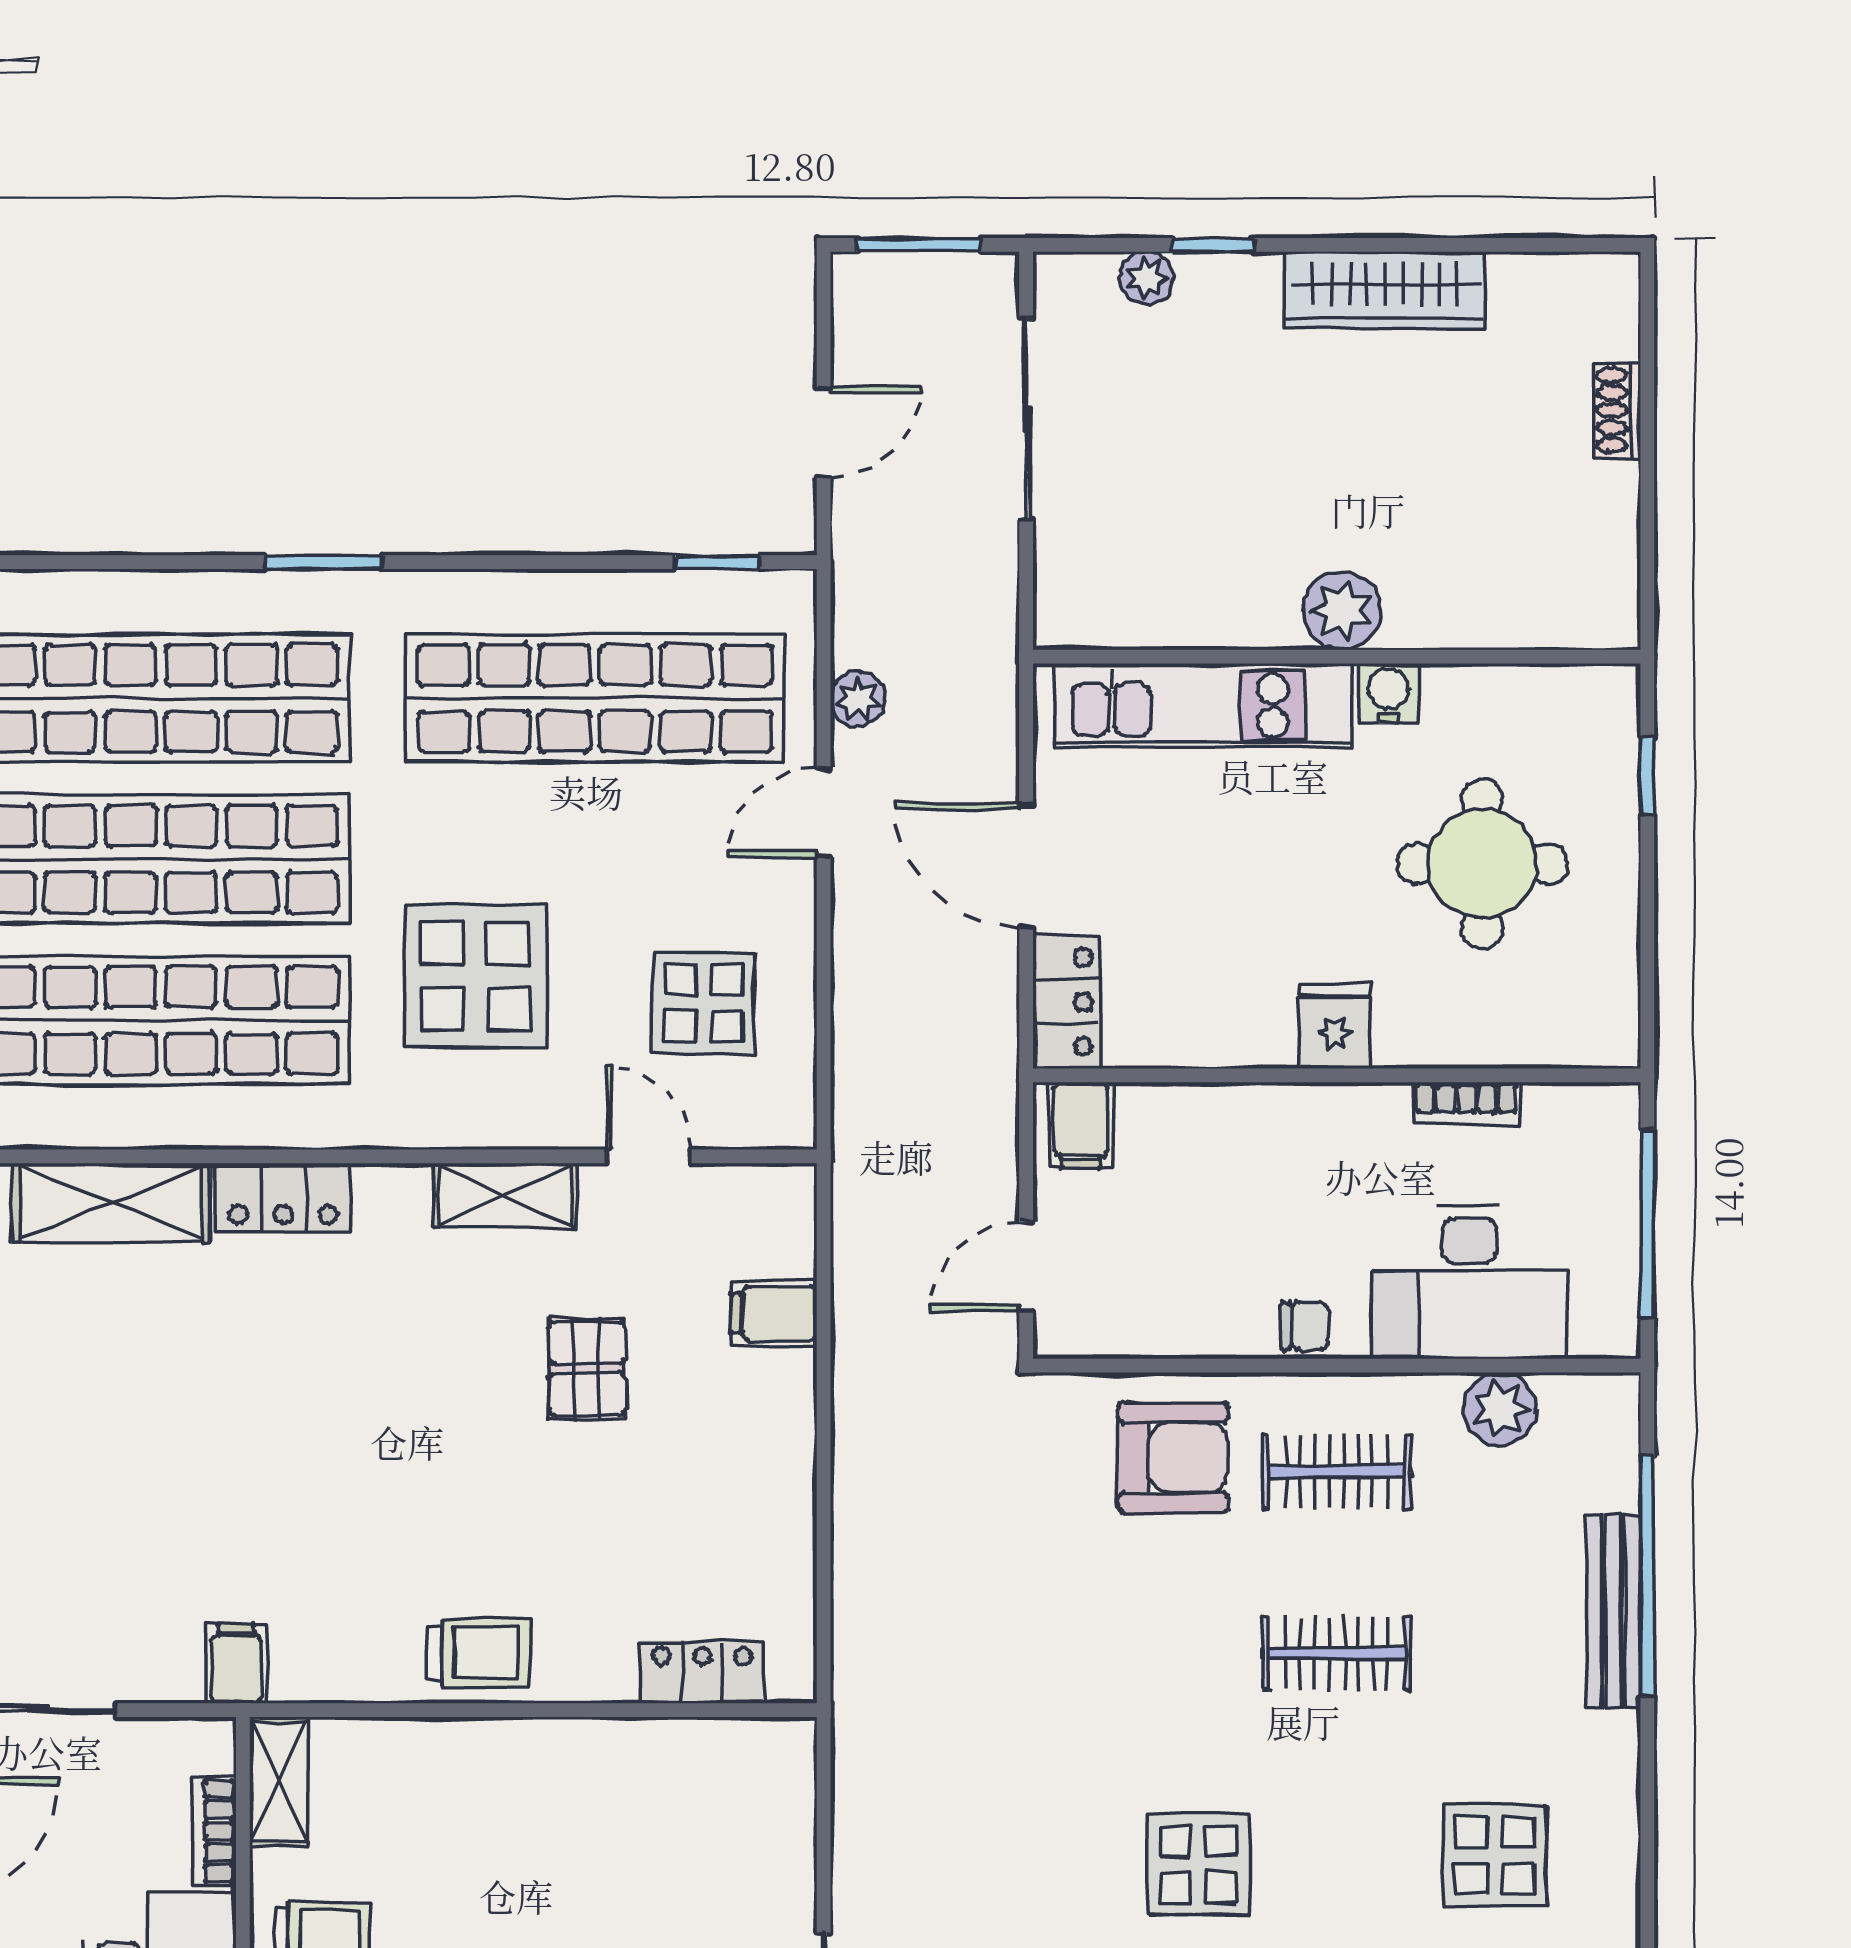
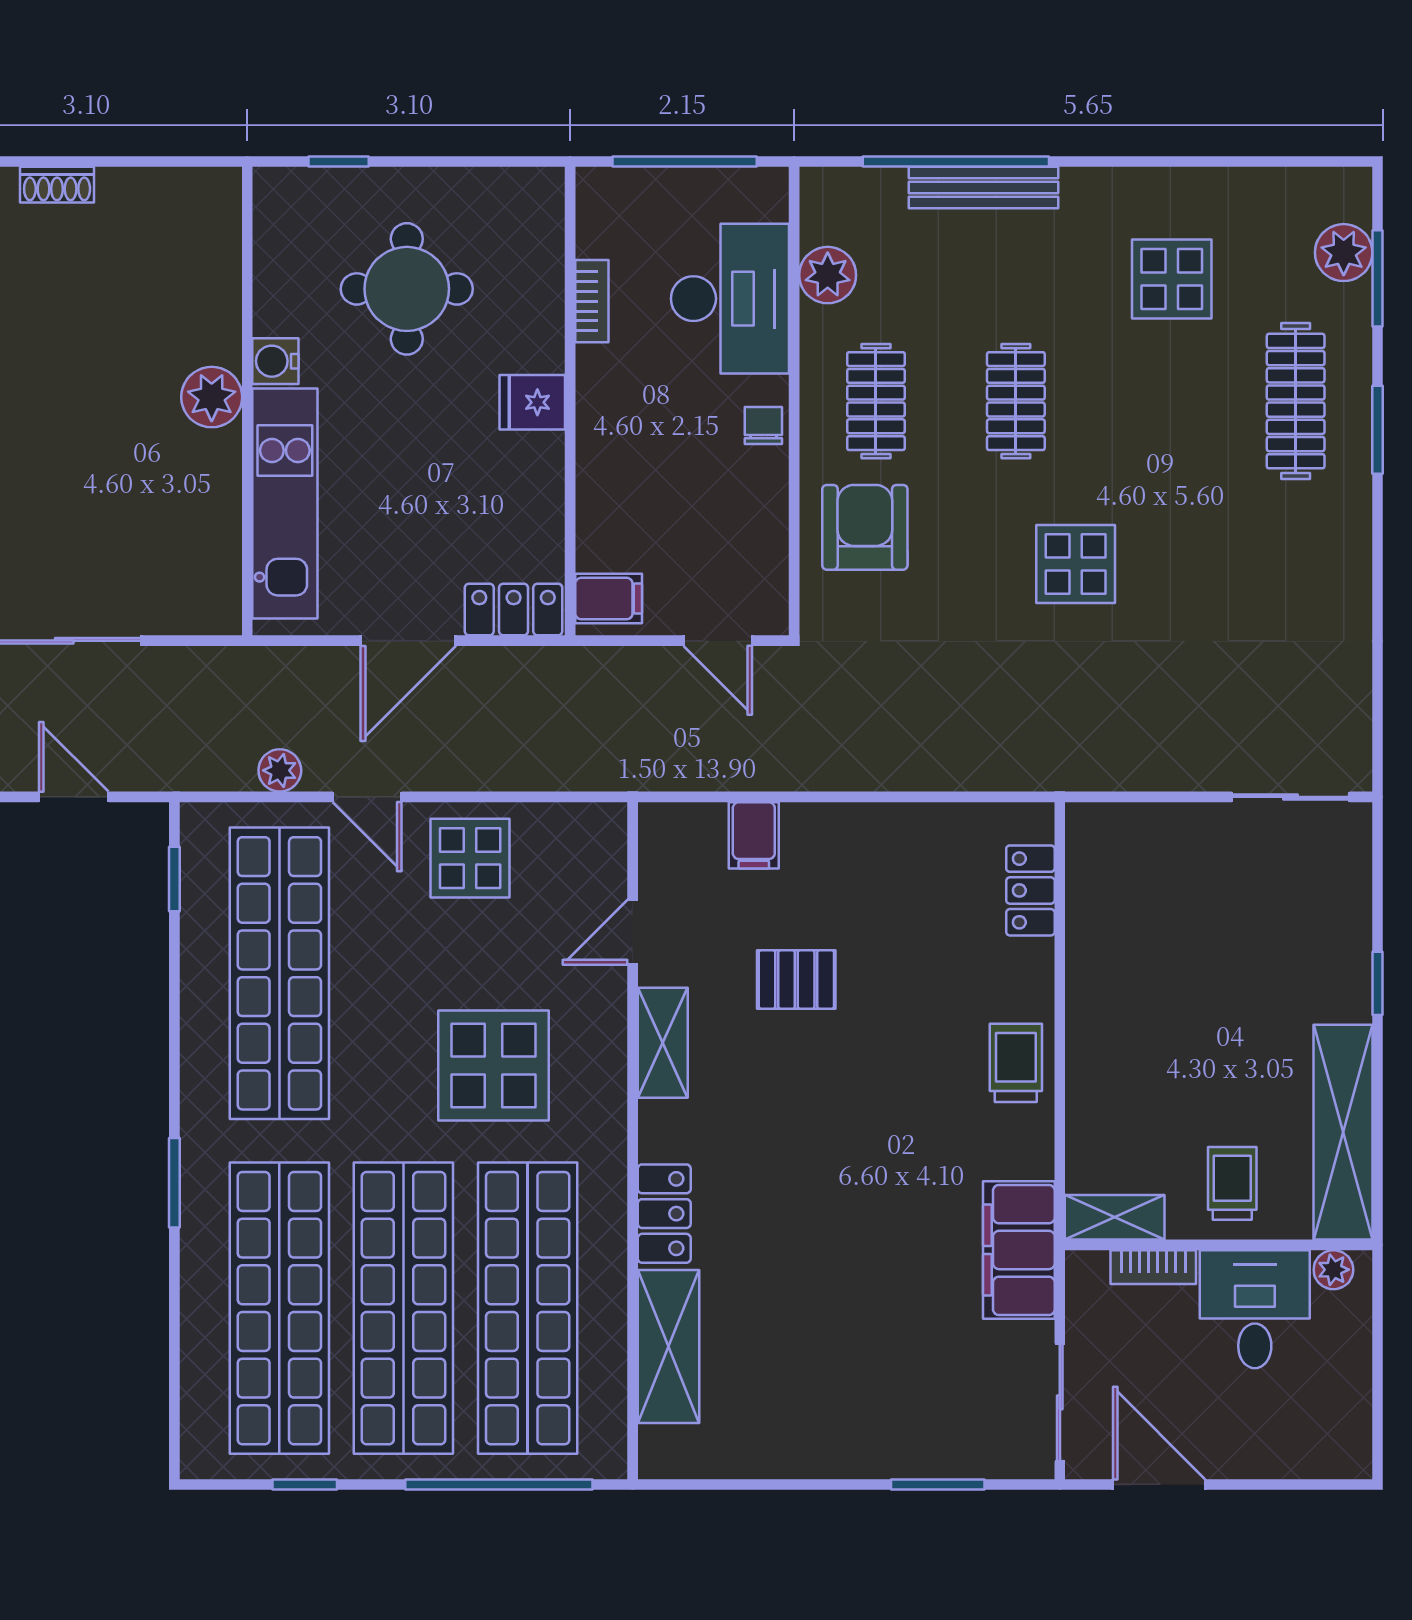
display table: (703, 1003) -> (470, 858), moved
filing cabinet: (236, 1664) -> (1019, 1250), width x3.00, depth x1.17
display table: (1198, 1864) -> (1076, 564), moved

